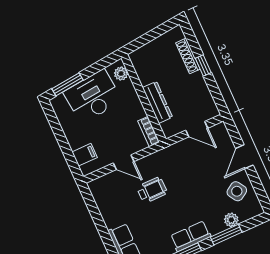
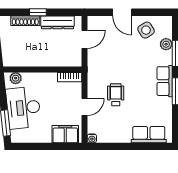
dresser: (157, 102) -> (58, 22), moved, turned 180
filing cabinet: (85, 155) -> (65, 134), width x2.00
water cooler: (93, 186) -> (92, 138), added

